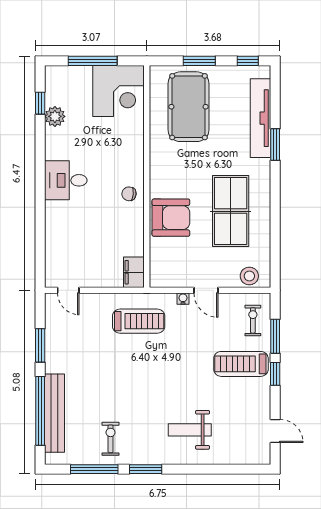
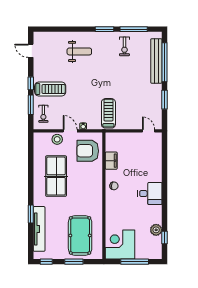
armchair: (171, 218) -> (88, 151), moved
filing cabinet: (134, 272) -> (111, 161), moved
stool: (249, 276) -> (57, 139), moved
treadmill: (139, 321) -> (108, 113), turned 90

